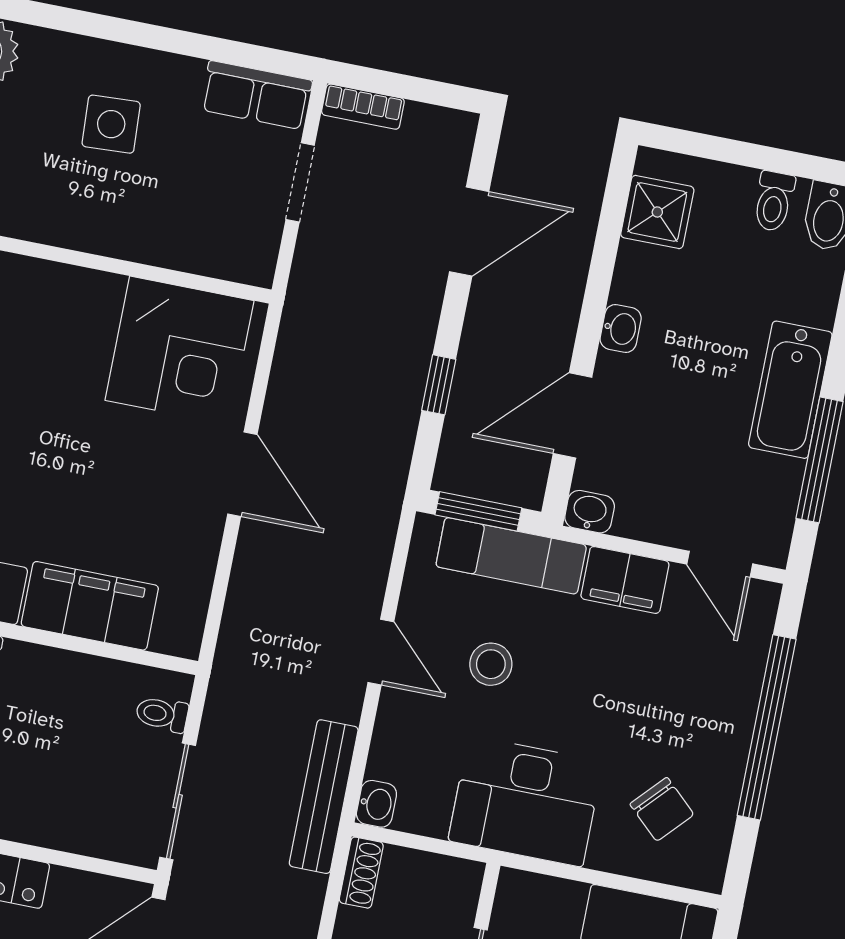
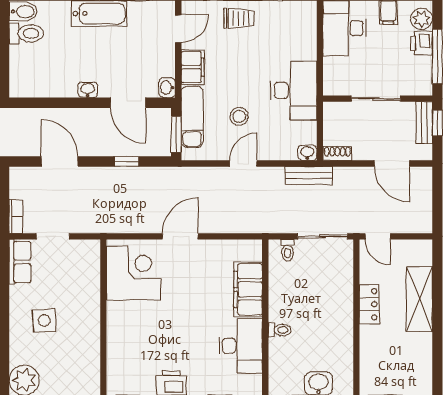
toilet: (774, 201) -> (26, 33), width x1.37, depth x1.39
shower: (657, 212) -> (36, 84), removed
trolley: (716, 708) -> (239, 18), added
bench: (324, 797) -> (309, 175), width x0.73
chair: (662, 809) -> (286, 33), removed

